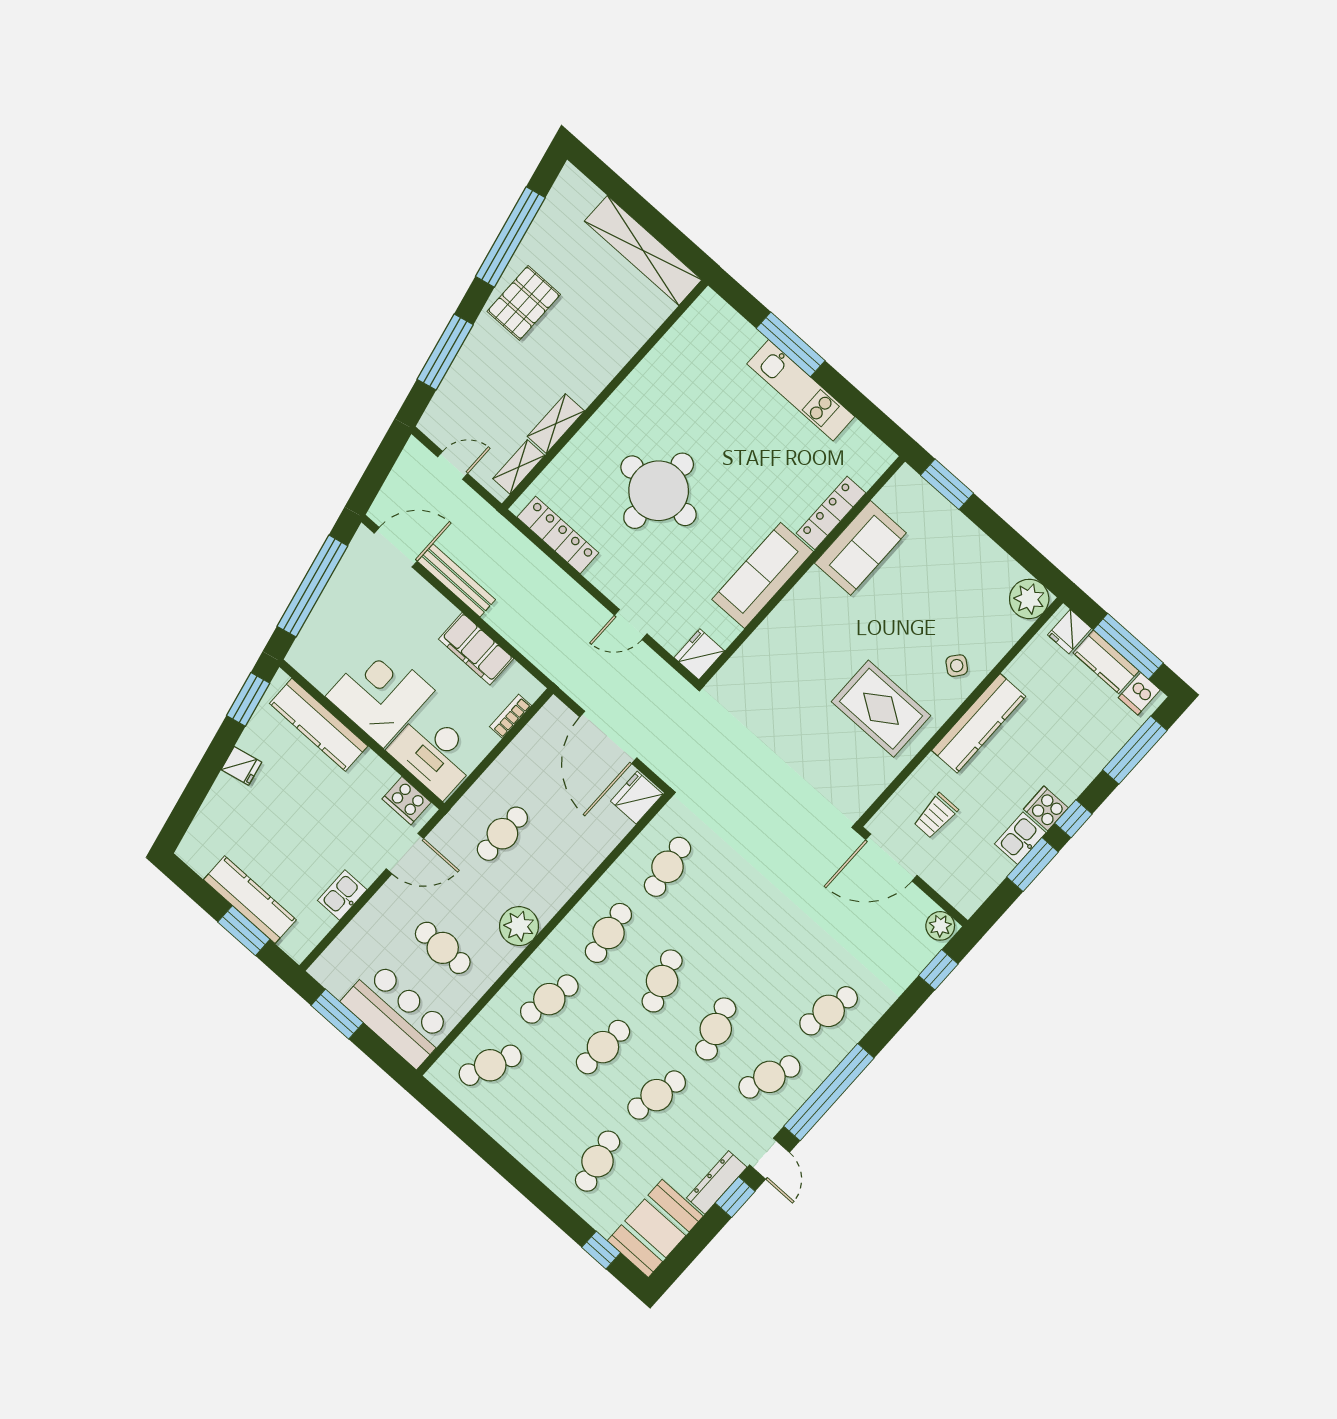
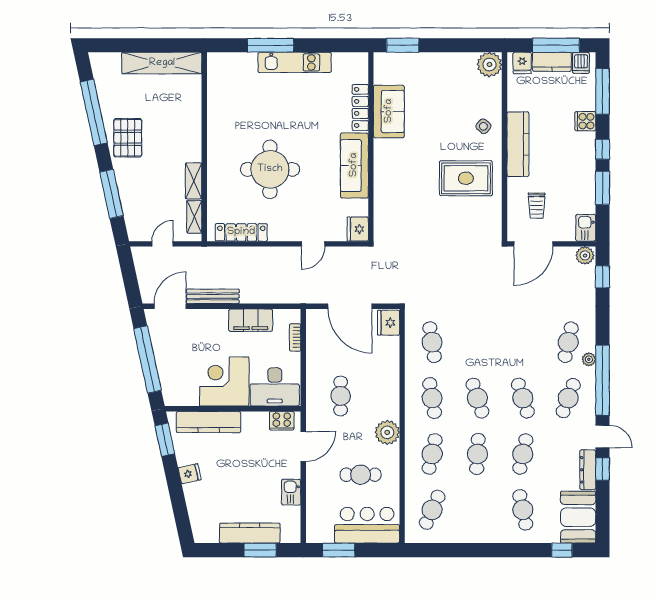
cooker: (1046, 808) -> (585, 121), moved
kitchen sink: (1020, 838) -> (586, 228), moved
plant: (835, 1053) -> (589, 359), added

